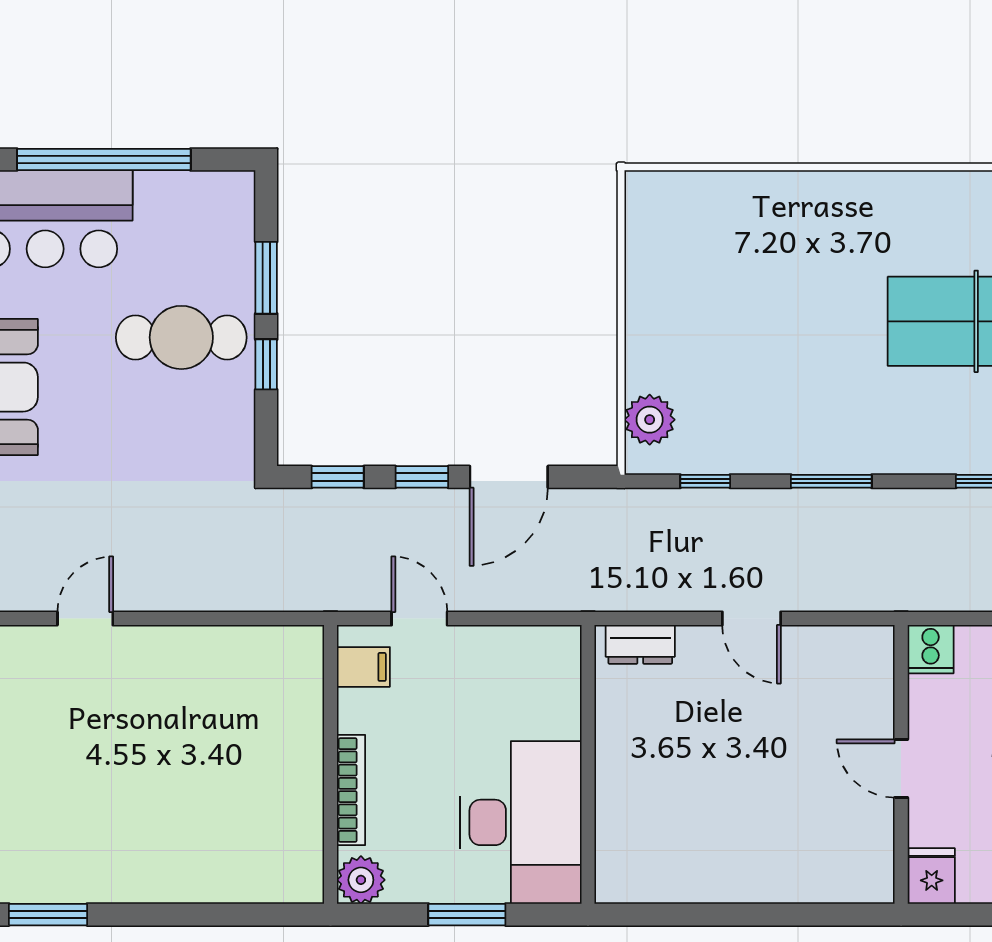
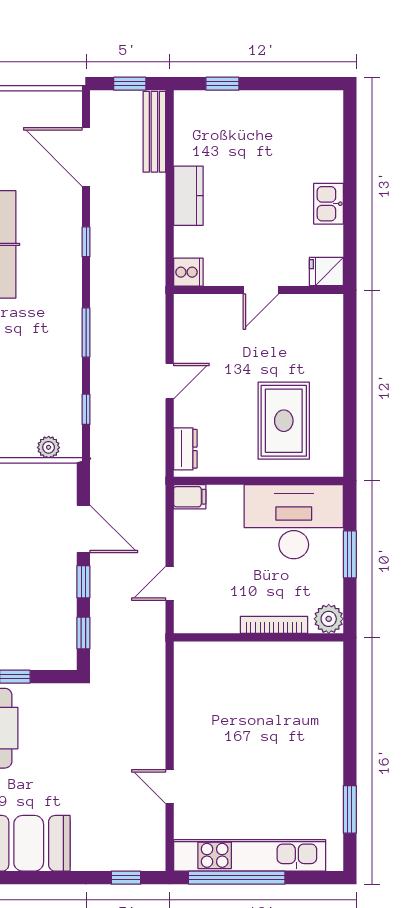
plant: (650, 420) -> (49, 447), width x0.73, depth x0.73
filing cabinet: (363, 667) -> (190, 497), moved, turned 90
rug: (686, 806) -> (284, 421), added

